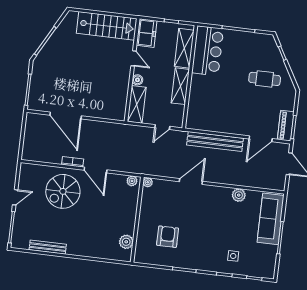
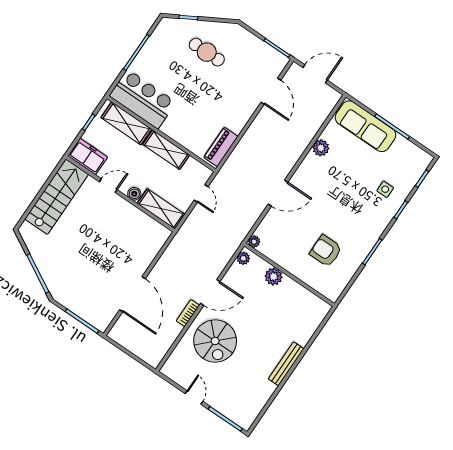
cafe table: (265, 79) -> (207, 52), turned 90
door: (66, 116) -> (132, 294), hinge flipped
piano: (286, 126) -> (221, 147), moved, turned 90
bench: (215, 142) -> (248, 143), removed
door: (191, 181) -> (278, 193), swing flipped
plant: (126, 242) -> (274, 277), moved
bench: (48, 247) -> (286, 364), moved

